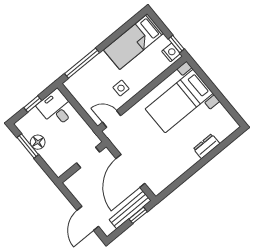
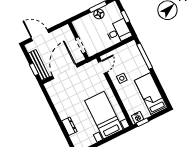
door: (130, 171) -> (65, 71), hinge flipped

